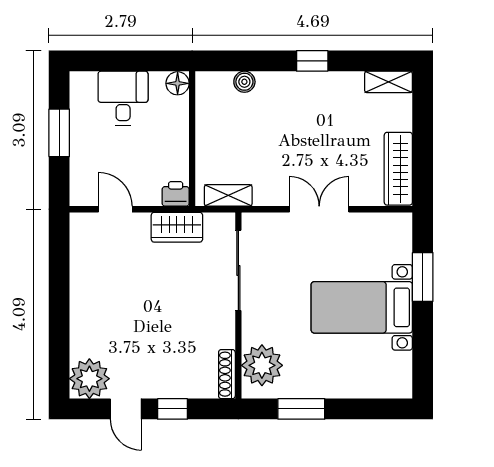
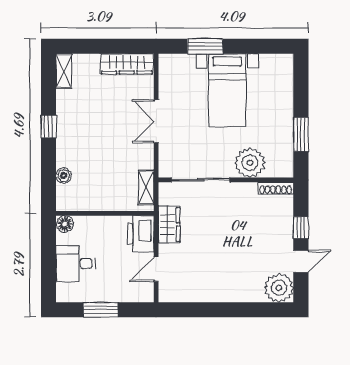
printer: (176, 194) -> (141, 234), width x1.87, depth x1.48
plant: (262, 365) -> (250, 163), moved

